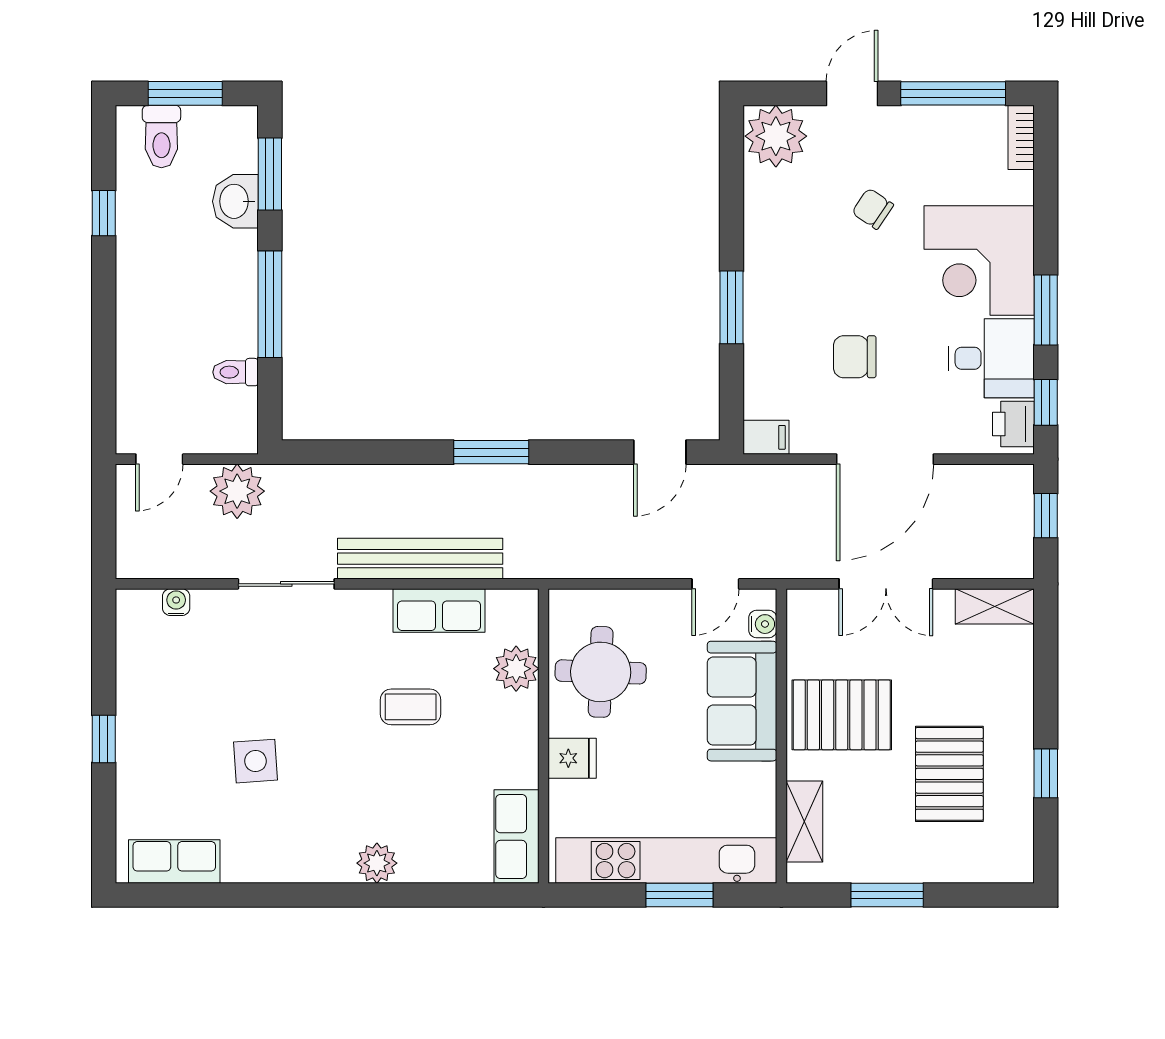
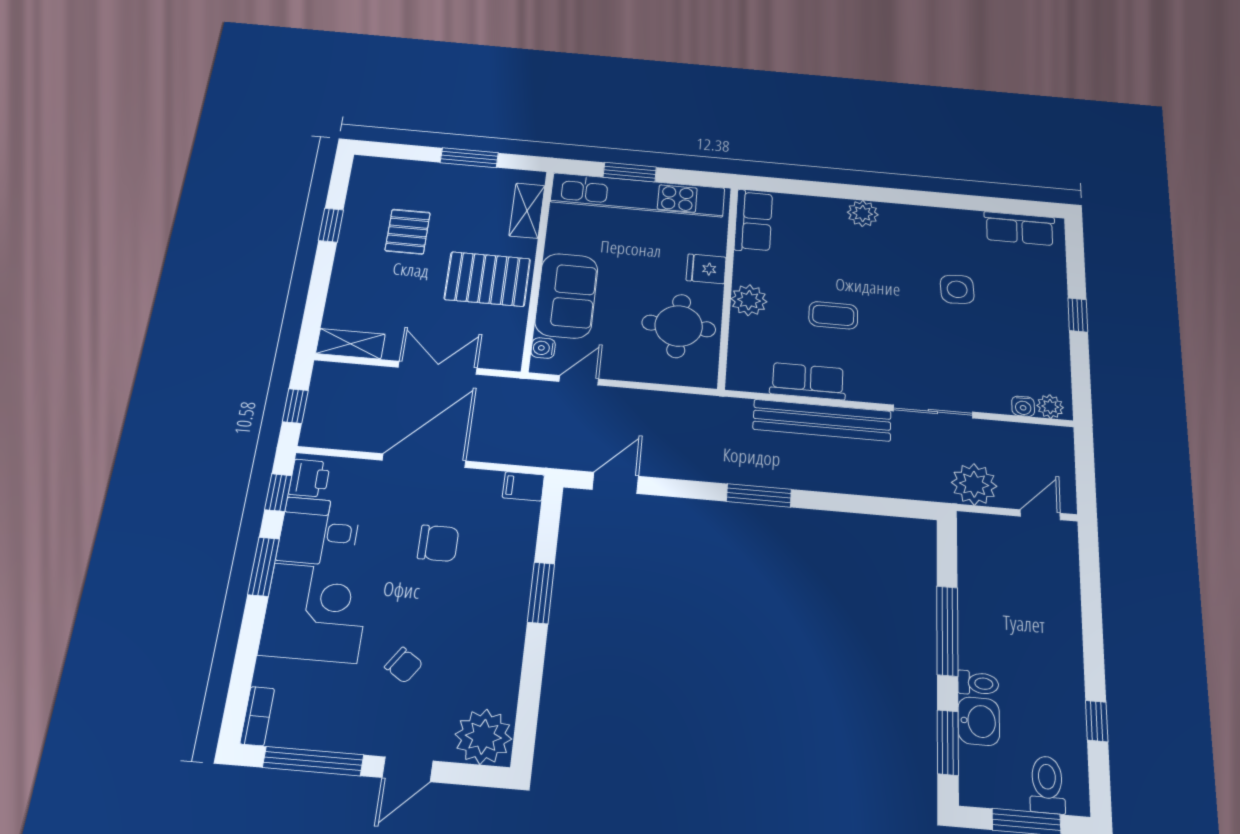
toilet: (236, 372) -> (978, 683), moved
plant: (143, 605) -> (1050, 407), added
plant: (516, 669) -> (749, 300), moved
pallet: (949, 774) -> (408, 232), width x0.67, depth x0.71

